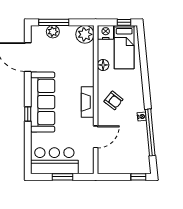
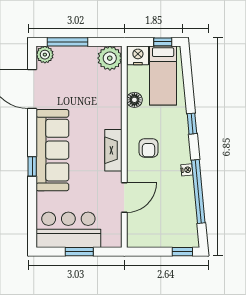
plant: (53, 32) -> (45, 55), moved
window: (145, 83) -> (192, 124), added
armchair: (113, 100) -> (148, 148), turned 52

